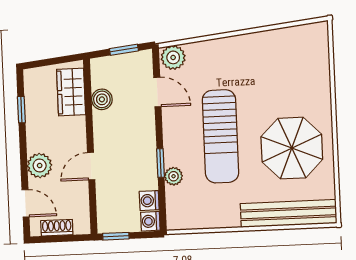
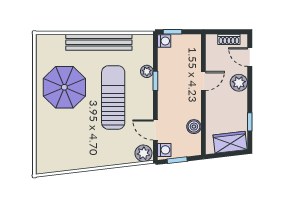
wardrobe: (71, 92) -> (230, 142), moved, turned -97
washing machine: (149, 201) -> (164, 150), moved
bench: (289, 213) -> (99, 42), moved
window: (116, 236) -> (173, 32), moved

